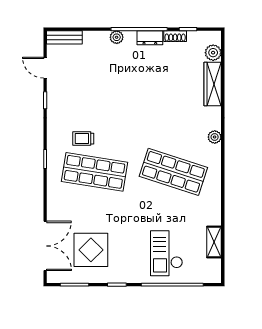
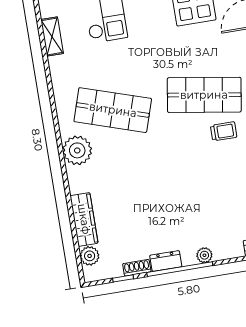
plant: (215, 137) -> (77, 150), width x1.87, depth x1.87

